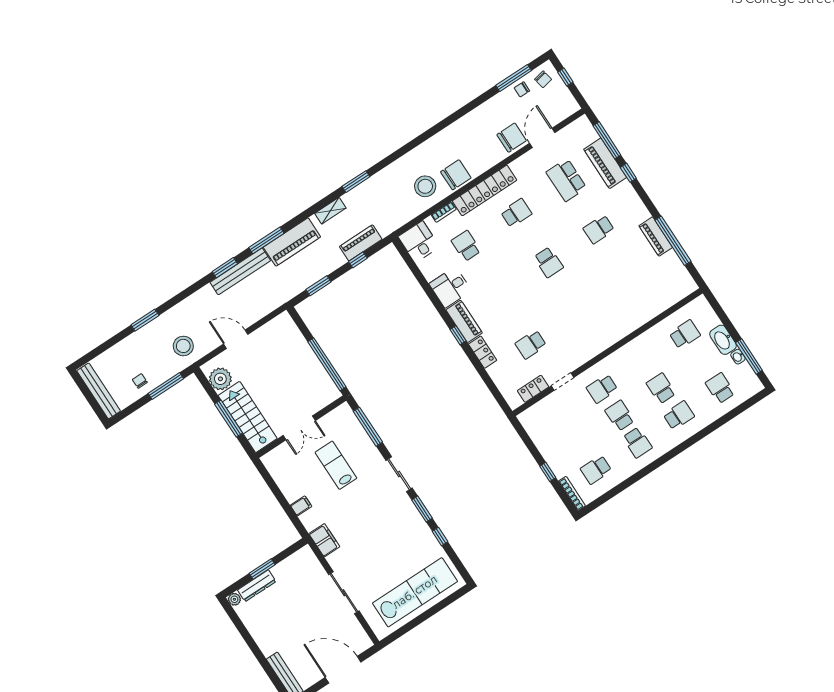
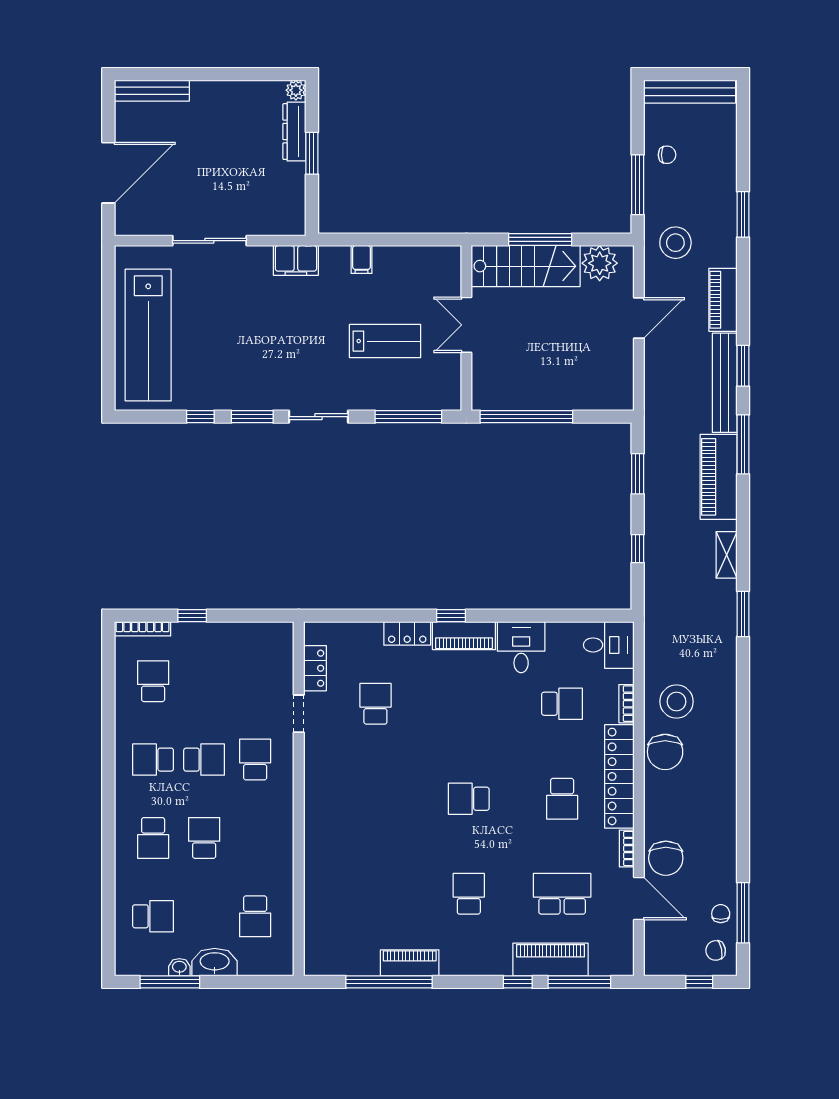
bookcase: (520, 162) -> (627, 848), added
piano: (361, 243) -> (723, 300), moved, turned 180
school desk: (661, 388) -> (204, 838), turned -90

